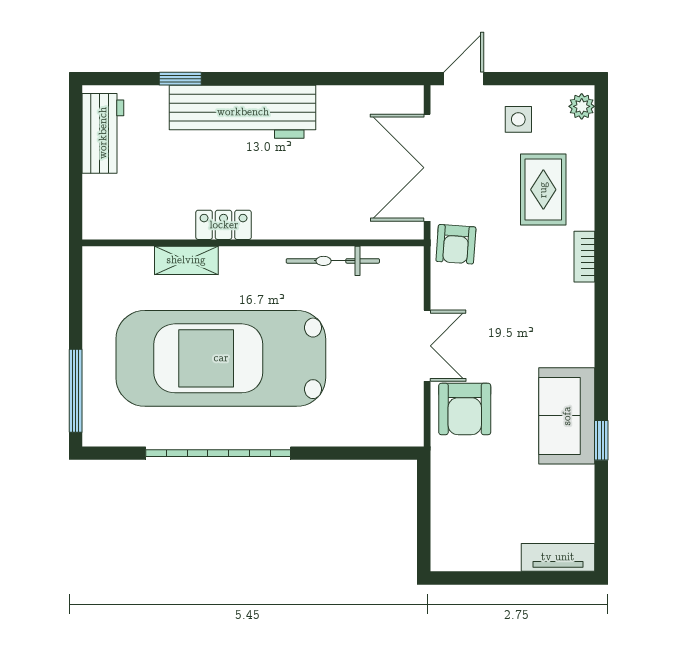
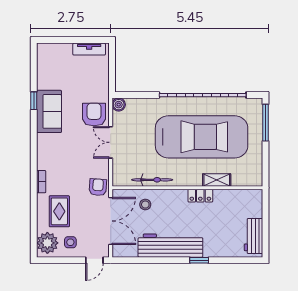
window: (180, 79) -> (199, 260), moved
plant: (582, 106) -> (47, 243), width x1.87, depth x1.87
workbench: (243, 112) -> (170, 246), moved
stool: (348, 205) -> (145, 205), added
boiler: (409, 432) -> (119, 105), added
garage door: (218, 453) -> (203, 95), width x1.36
tv unit: (558, 557) -> (89, 49), moved

